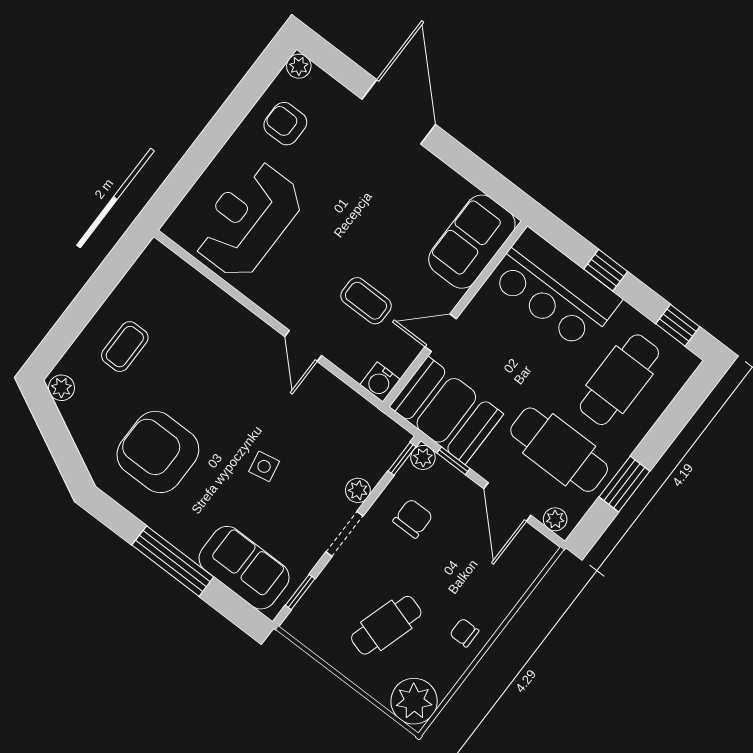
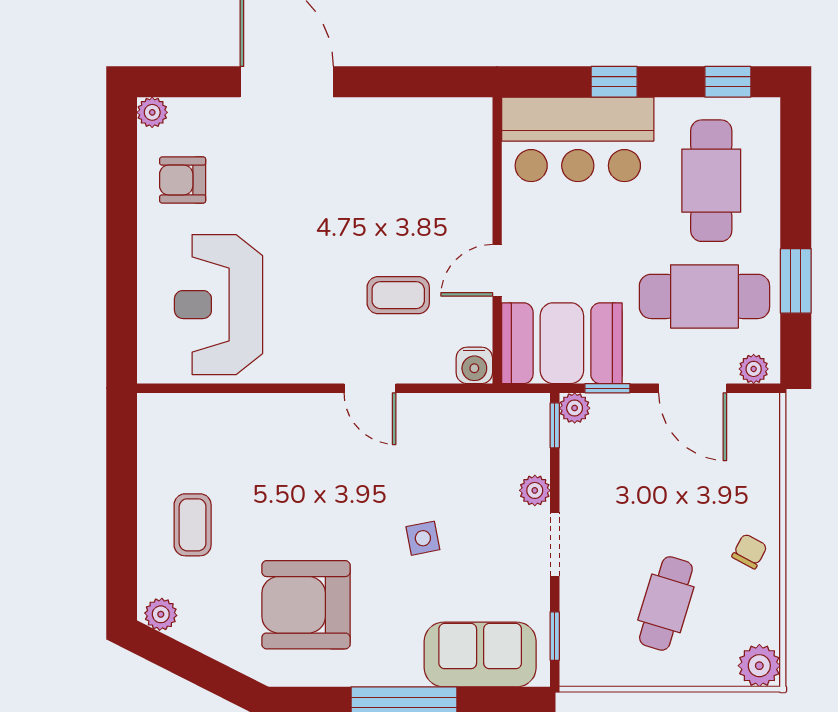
sofa: (472, 242) -> (459, 155), removed
chair: (413, 518) -> (611, 477), removed
chair: (464, 633) -> (750, 551), turned 118
plant: (414, 701) -> (759, 666), width x0.73, depth x0.73

